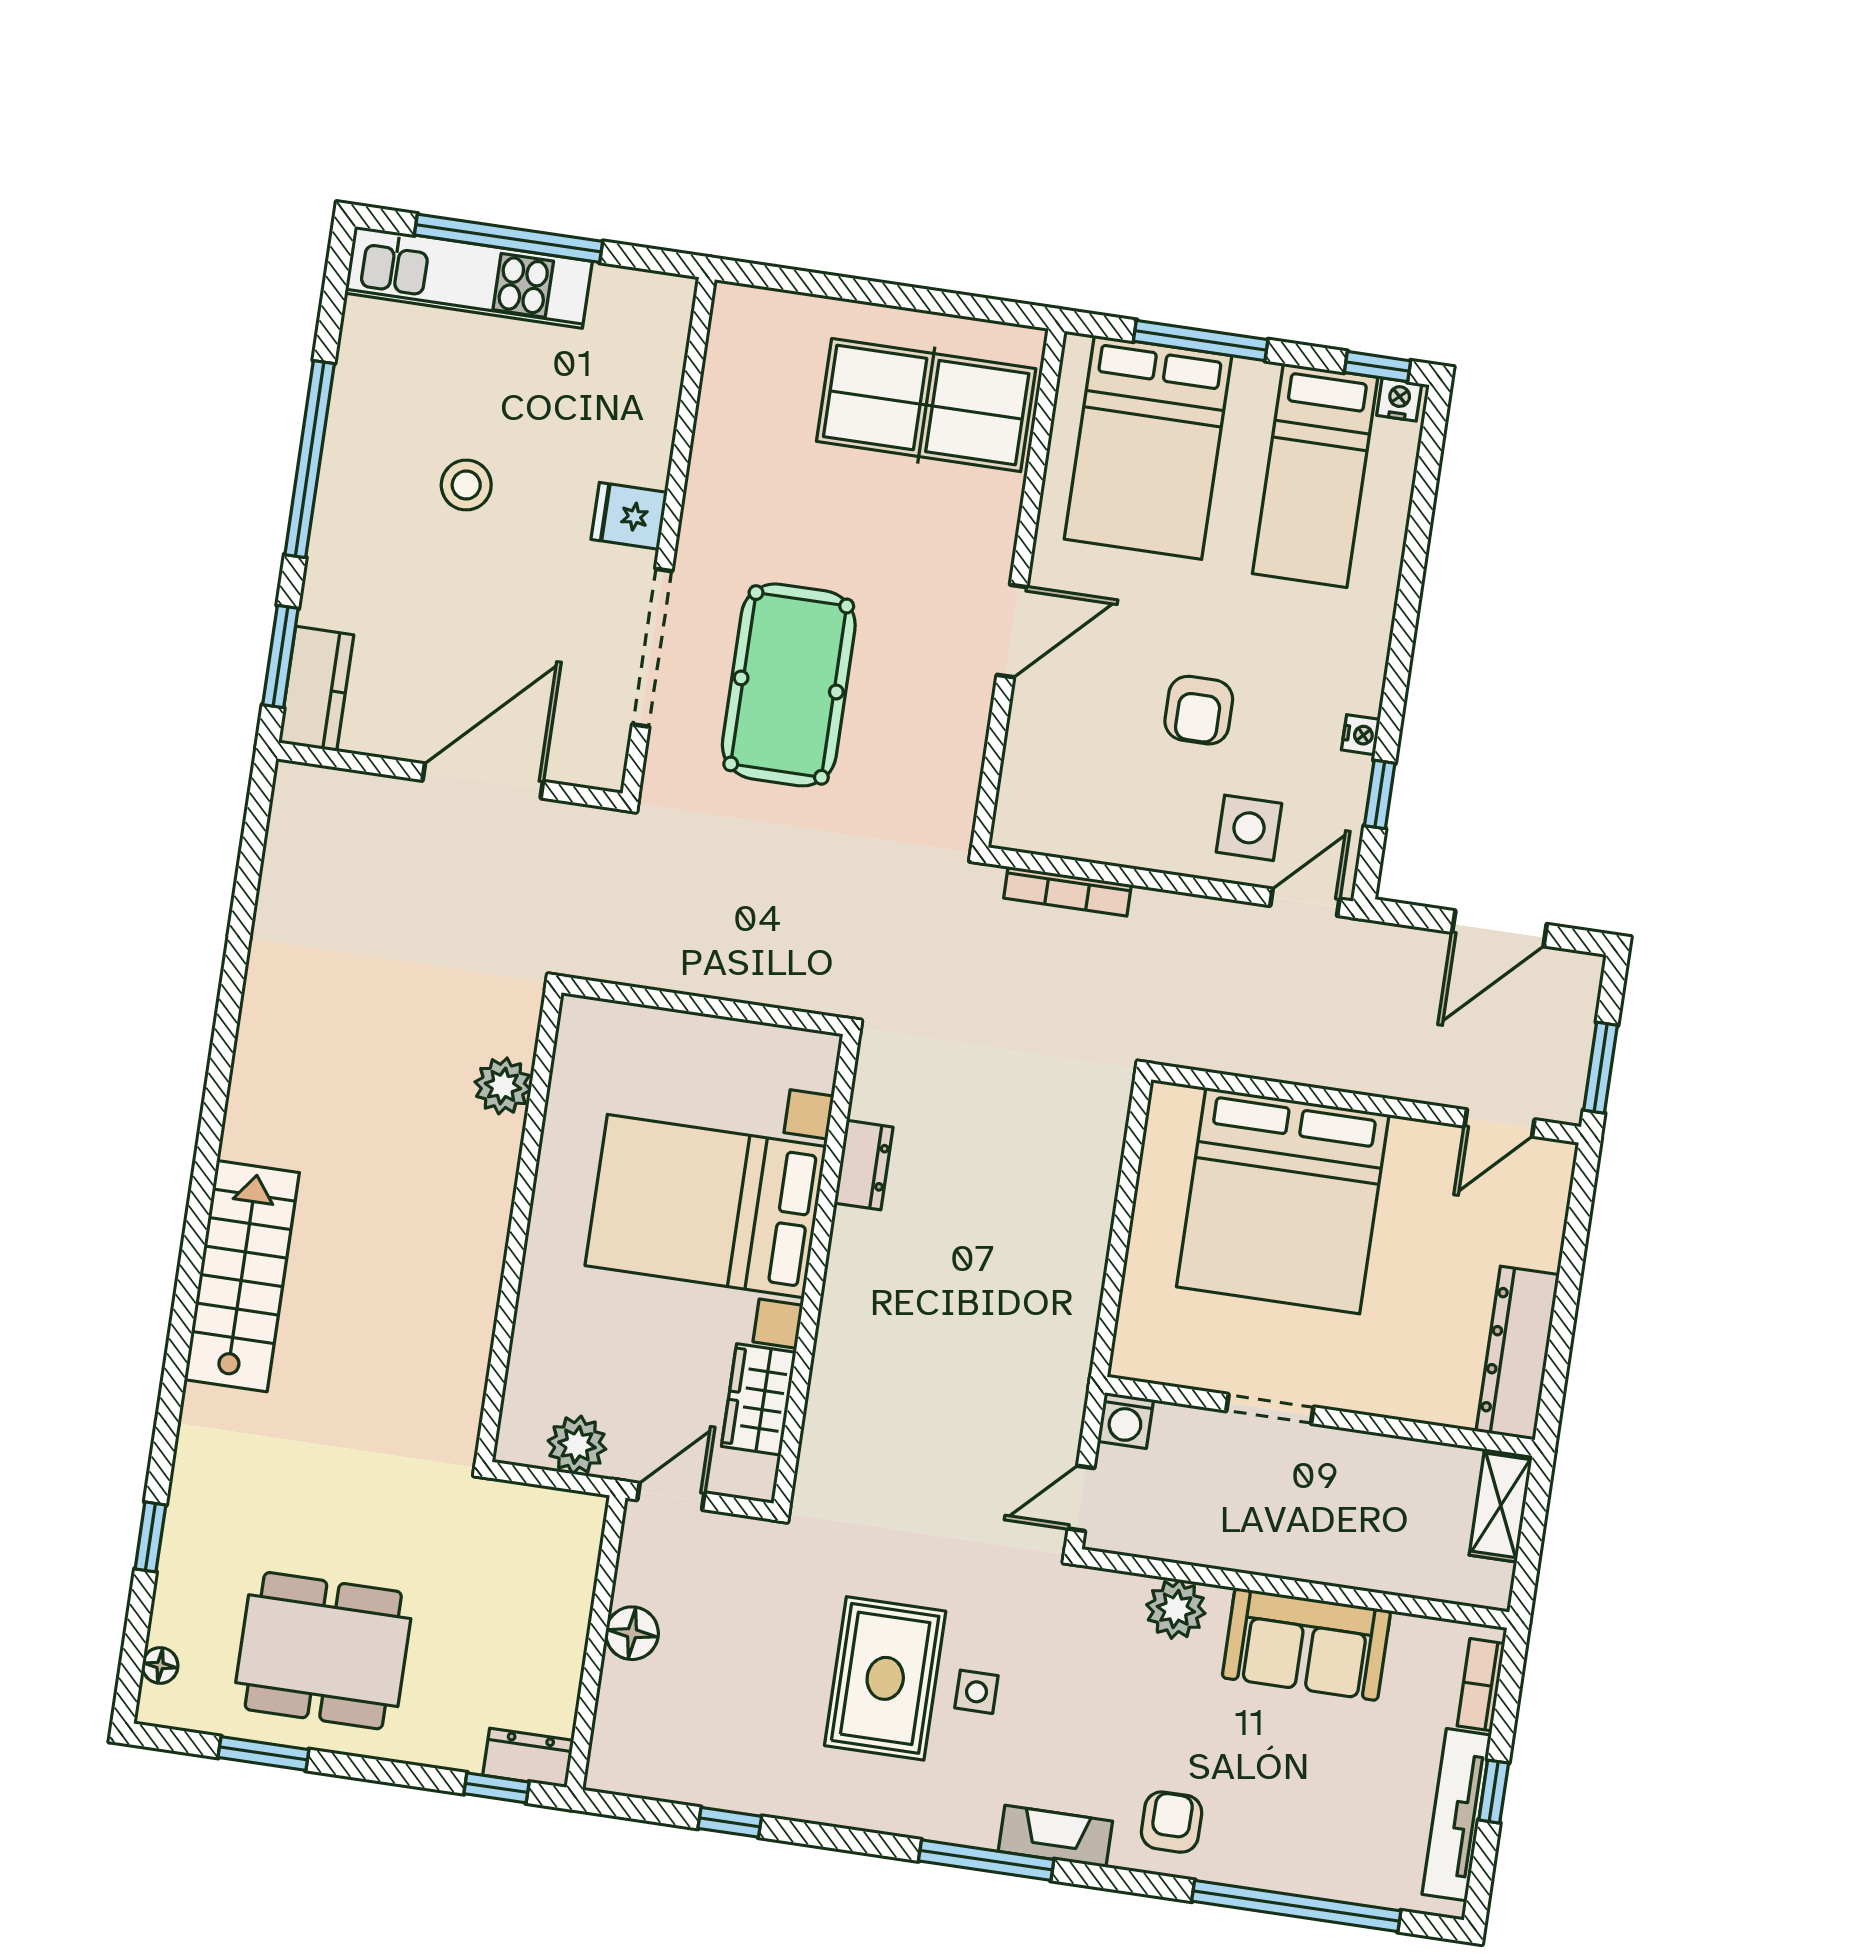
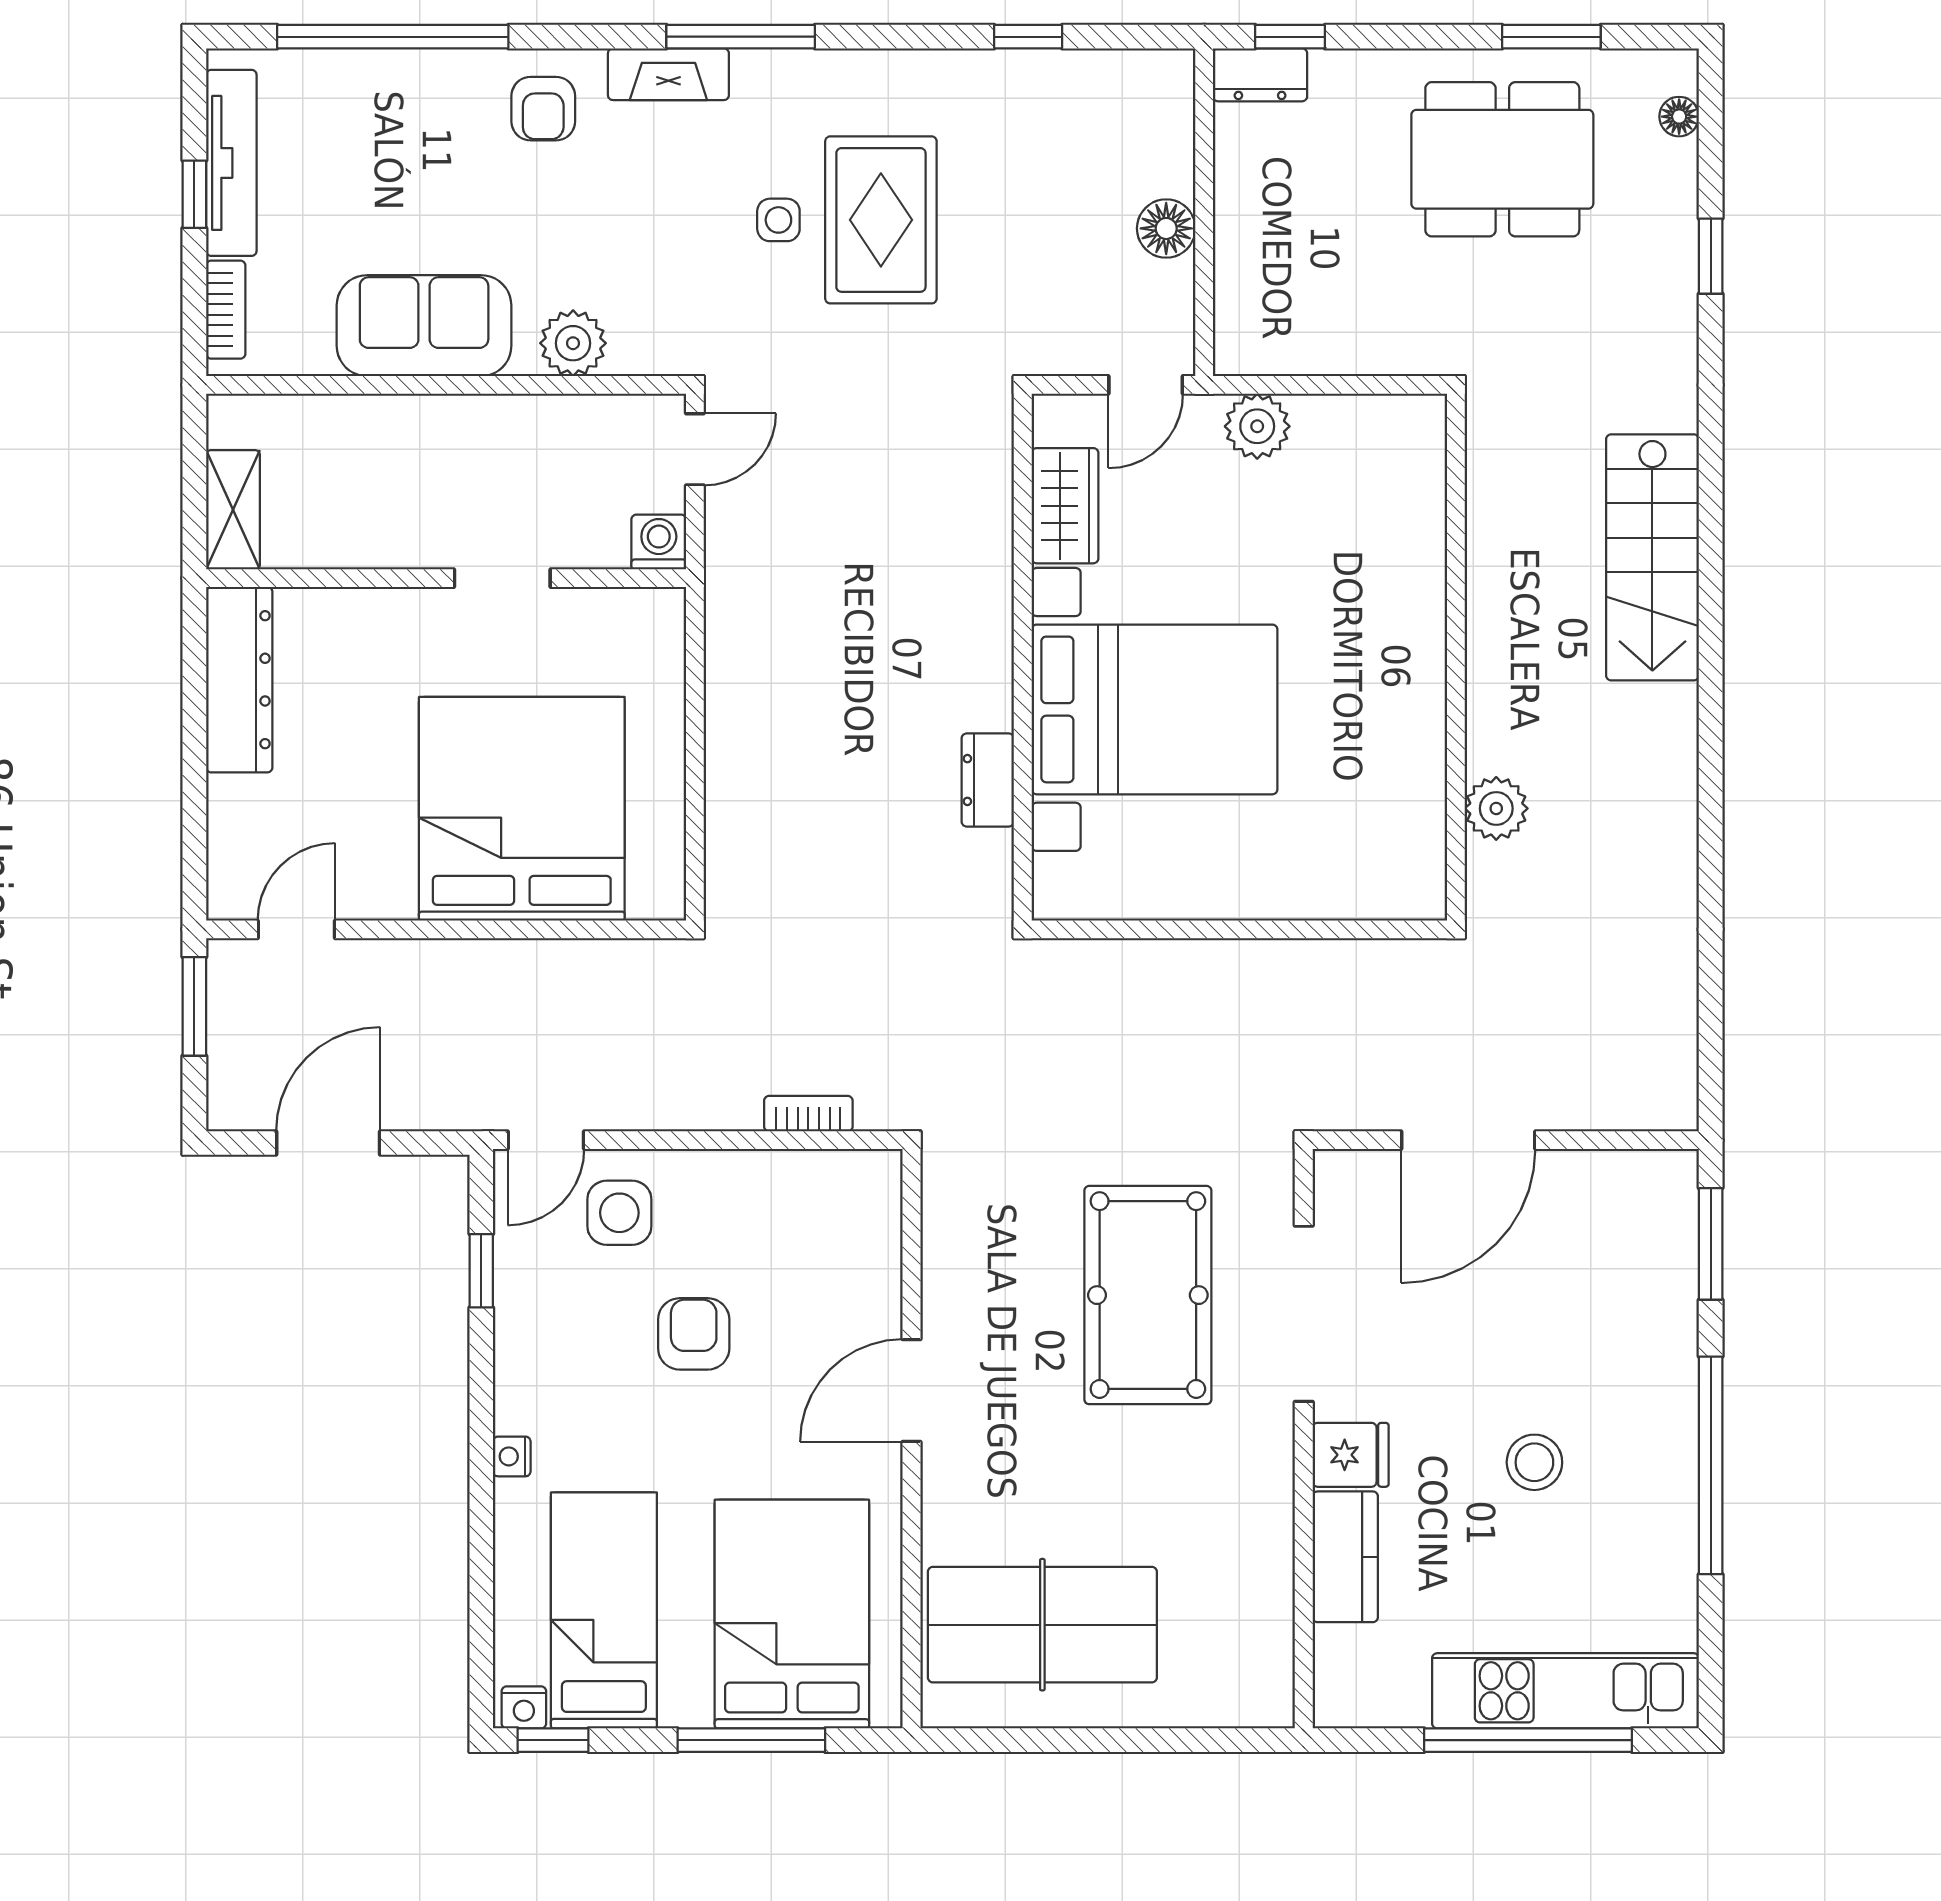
kitchen counter: (316, 689) -> (1345, 1557), moved, turned 180
nightstand: (1361, 735) -> (512, 1456), moved
bookcase: (1067, 891) -> (808, 1114), width x0.64
plant: (503, 1086) -> (1496, 808), moved
wall: (519, 1226) -> (1456, 657), moved

